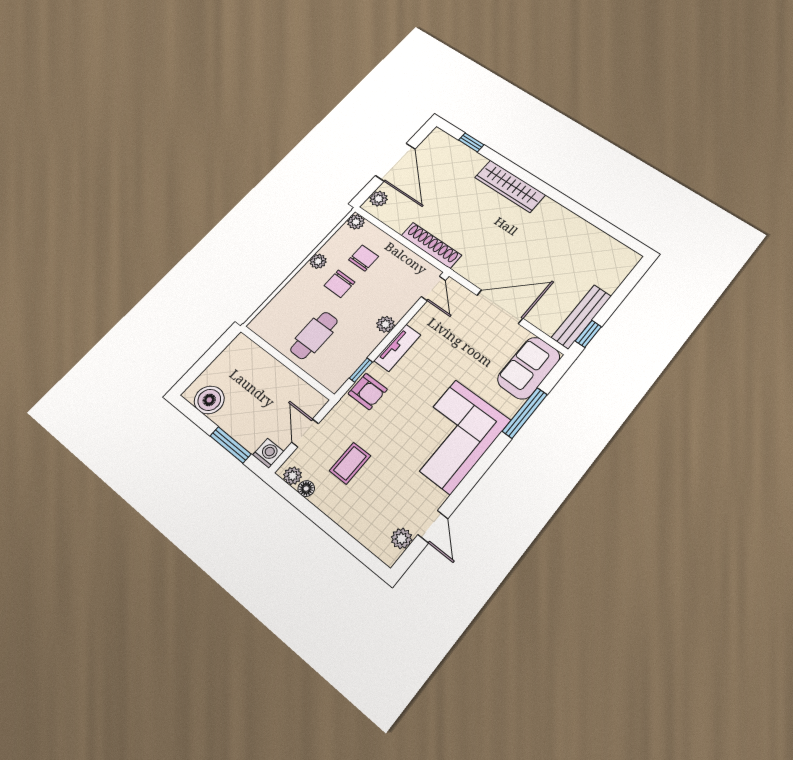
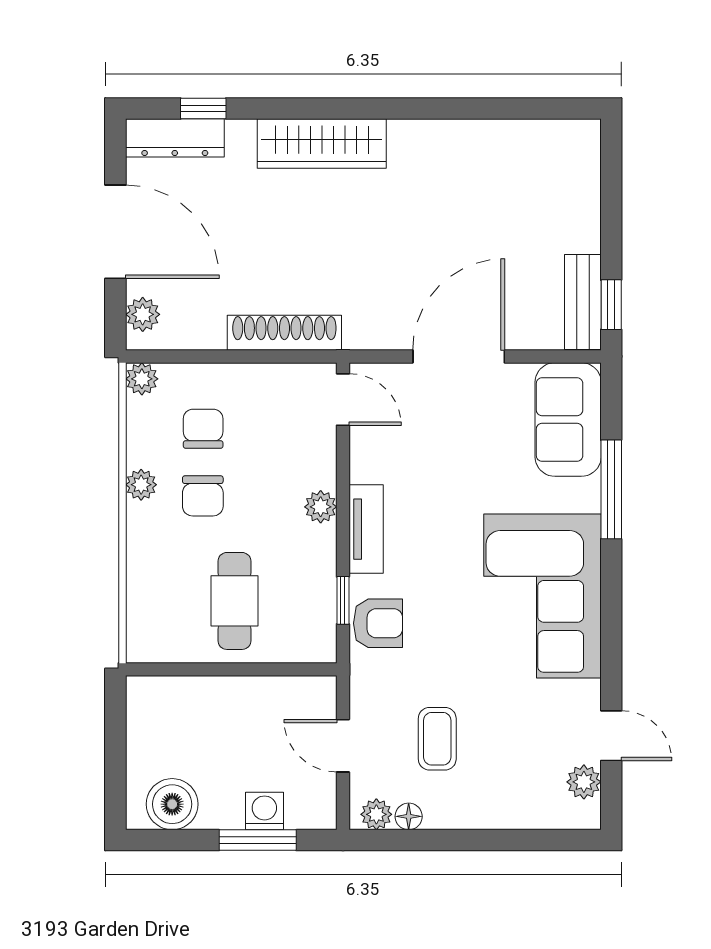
dresser: (450, 145) -> (175, 138), added
bench: (582, 317) -> (583, 302), width x0.73
washing machine: (268, 453) -> (264, 811), moved

